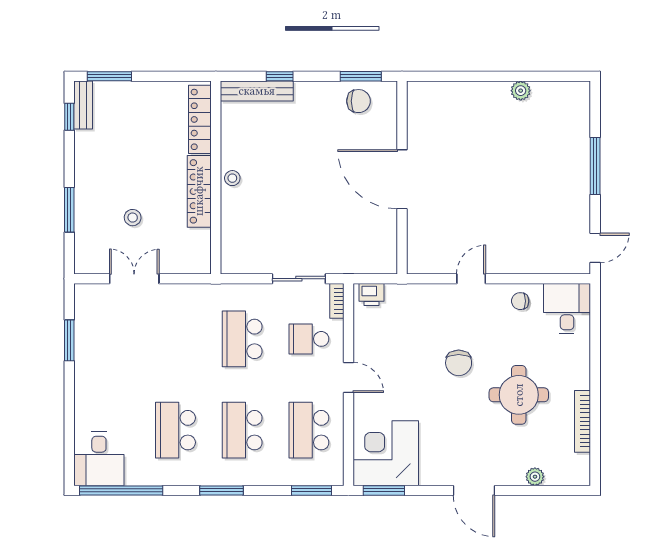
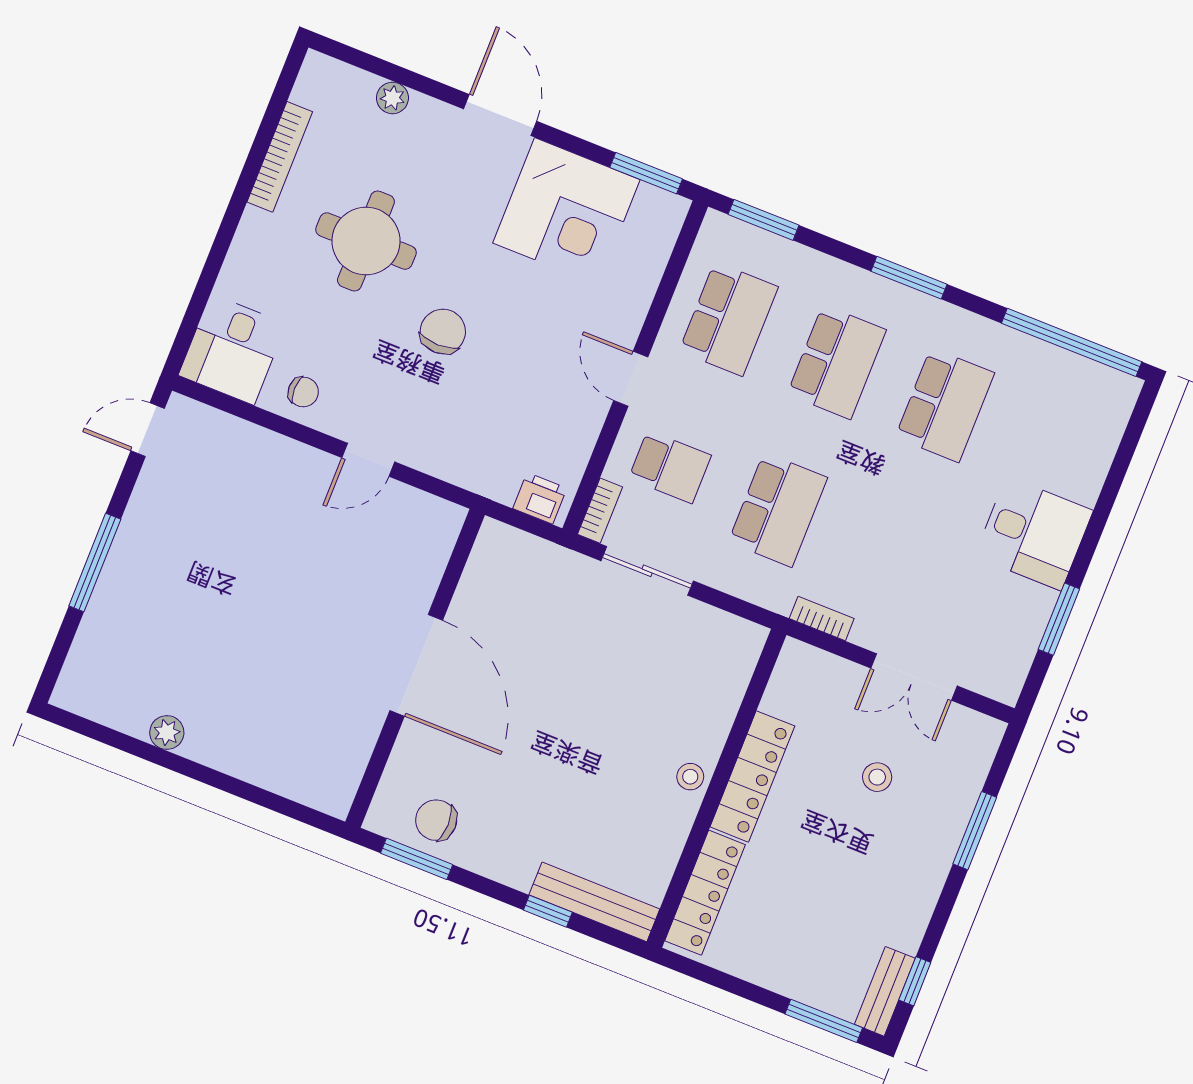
bookcase: (196, 290) -> (822, 619), added
corner desk: (386, 453) -> (566, 211), moved
desk: (99, 459) -> (1034, 533), moved, turned 90

